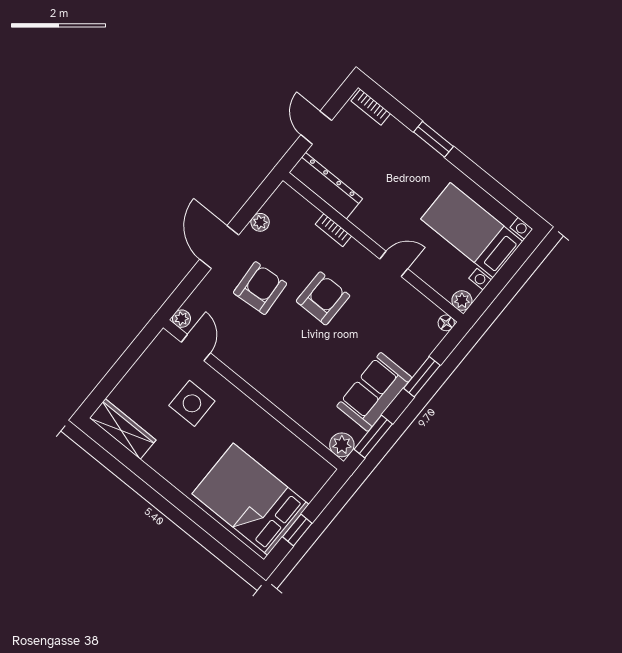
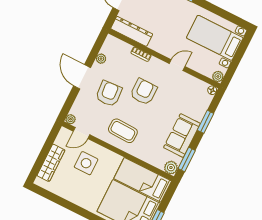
door: (196, 348) -> (82, 133), swing flipped
coffee table: (271, 360) -> (123, 131), added
wardrobe: (123, 429) -> (51, 163), moved, turned 90
bed: (286, 455) -> (143, 180), added

